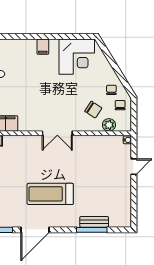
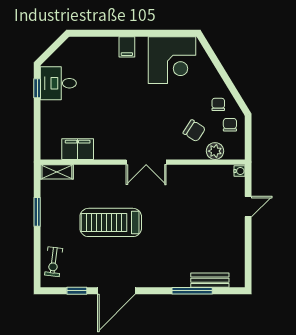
treadmill: (50, 194) -> (111, 222), moved
bench: (94, 222) -> (210, 280), moved

